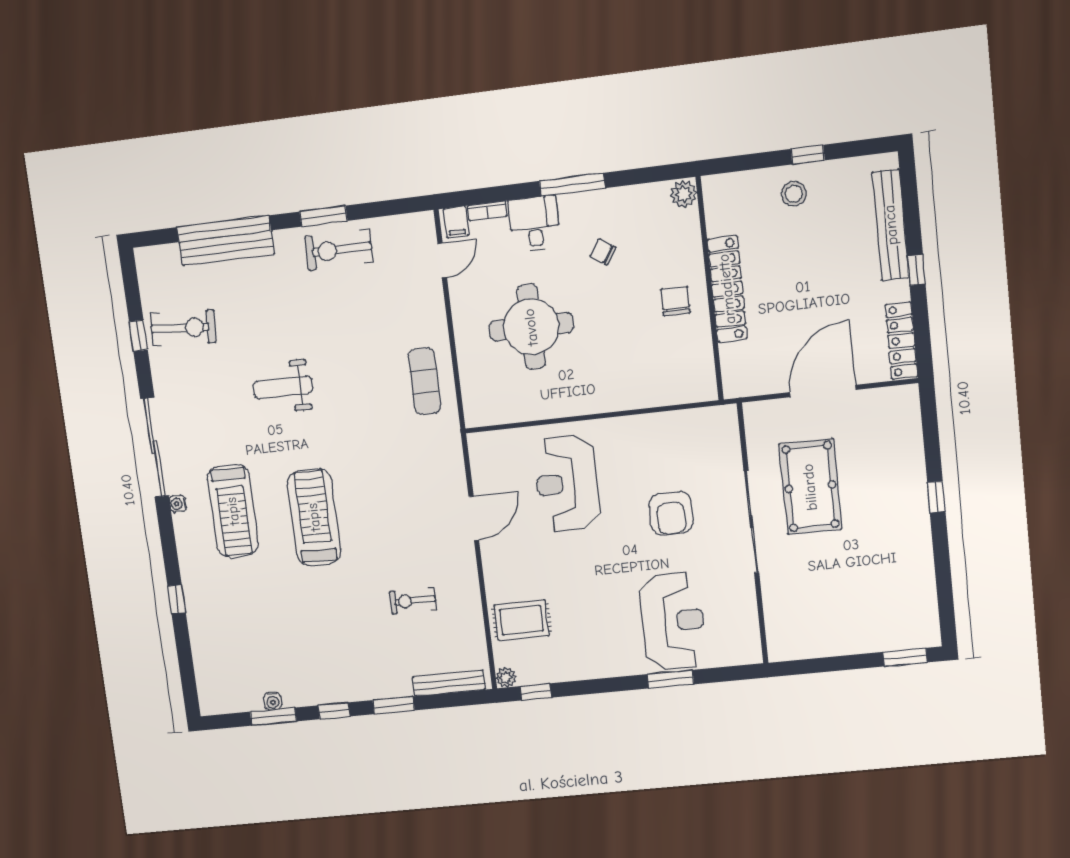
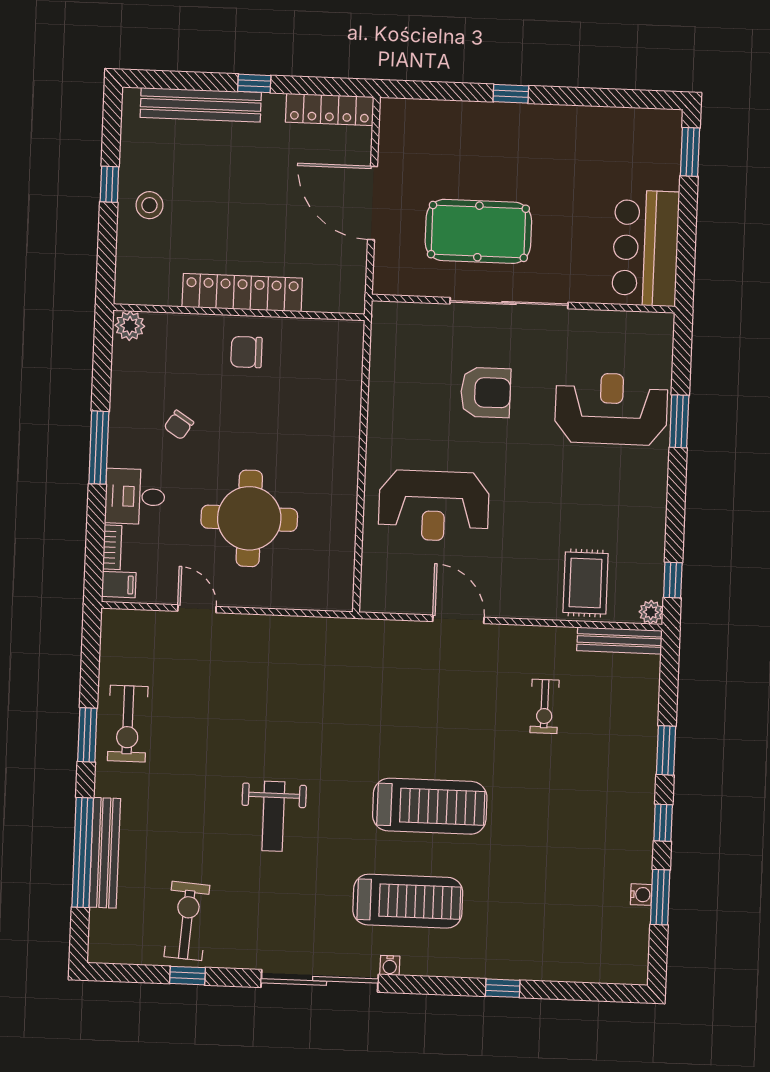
door: (442, 260) -> (197, 609), moved
exercise mat: (425, 381) -> (292, 650), removed
treadmill: (314, 517) -> (430, 806), turned 180
bar counter: (816, 631) -> (646, 248), added
bench: (449, 683) -> (619, 641), moved, turned 90

